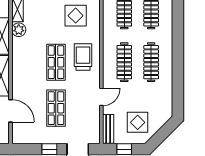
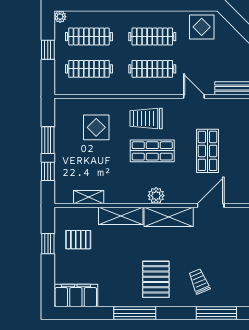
plant: (19, 30) -> (156, 196), moved
shop shelf: (56, 108) -> (207, 151), turned 90
display table: (138, 122) -> (202, 27), moved

